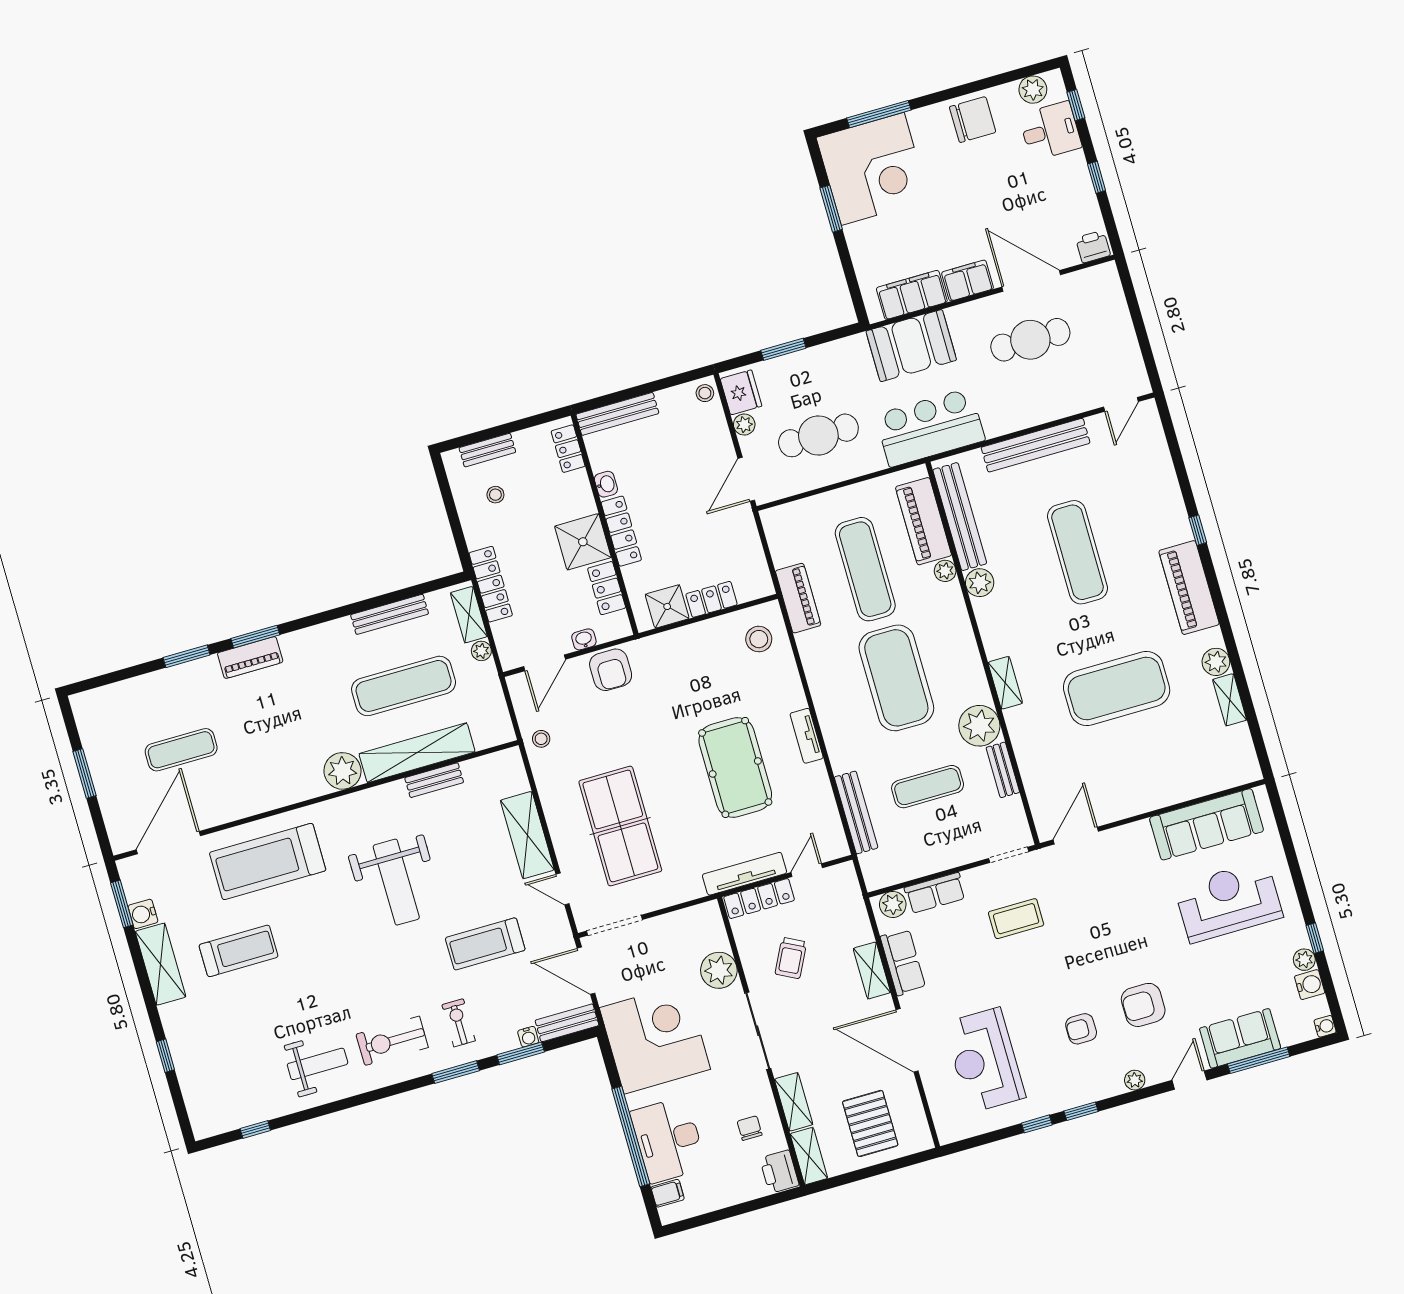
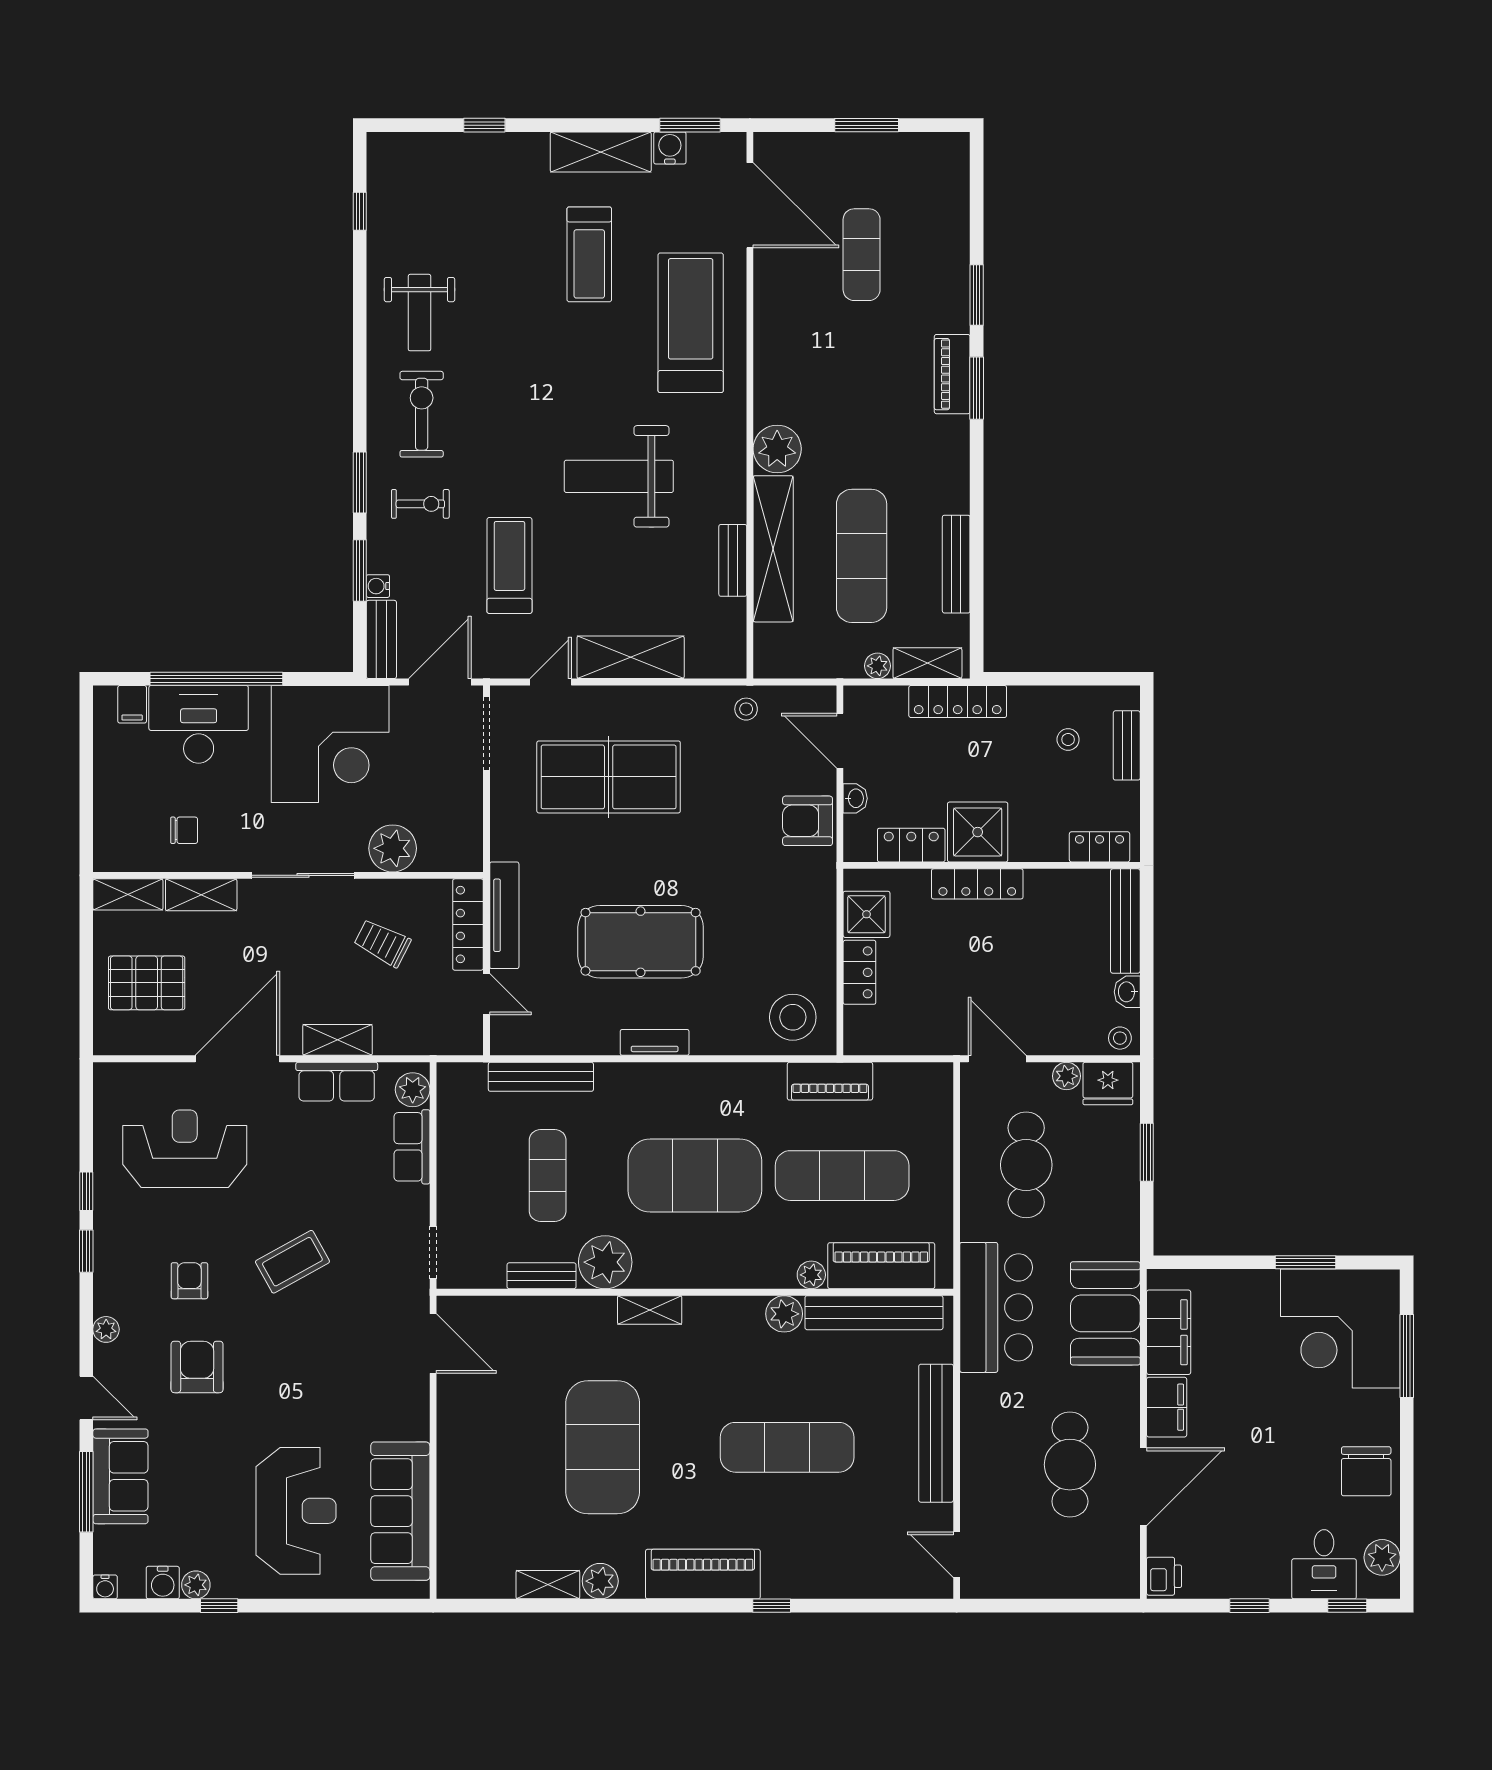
washbasin: (606, 484) -> (1127, 992), moved, turned 90
stool: (759, 639) -> (793, 1017), width x1.38, depth x1.38
coffee table: (1016, 919) -> (292, 1262), moved, turned 61
printer: (779, 1172) -> (119, 852), removed

